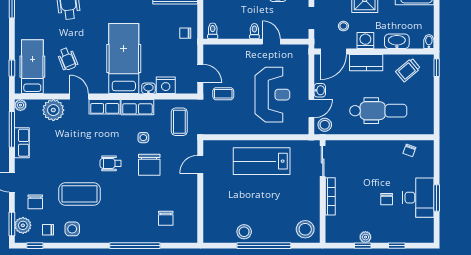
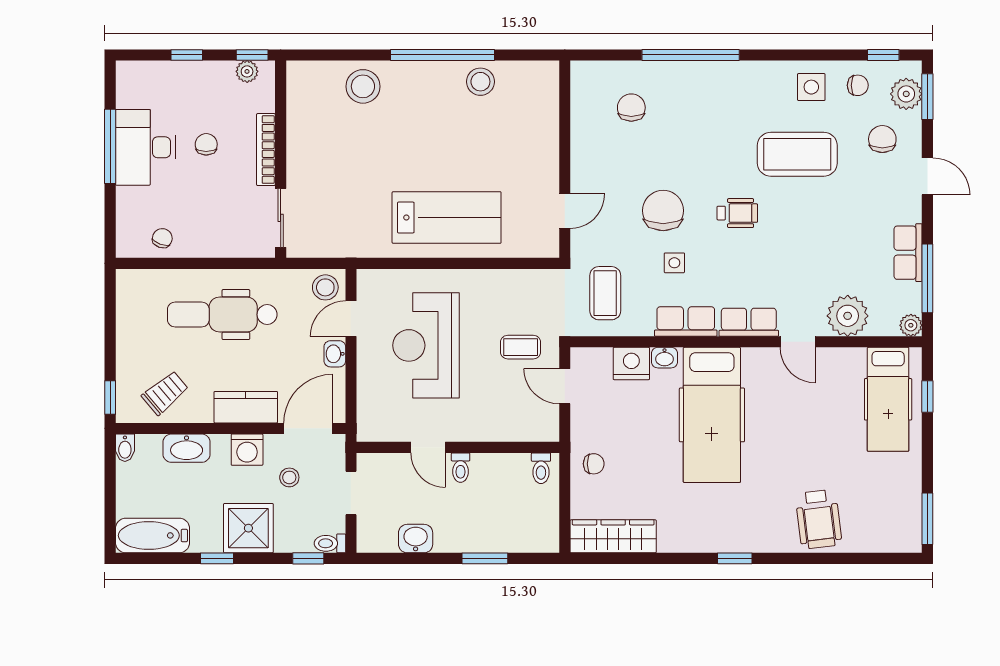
wheelchair: (67, 59) -> (820, 414), removed
sliding door: (323, 161) -> (281, 218), moved
wall: (323, 191) -> (281, 159), moved
bookcase: (330, 196) -> (266, 150), moved
window: (437, 198) -> (110, 146), width x1.44

